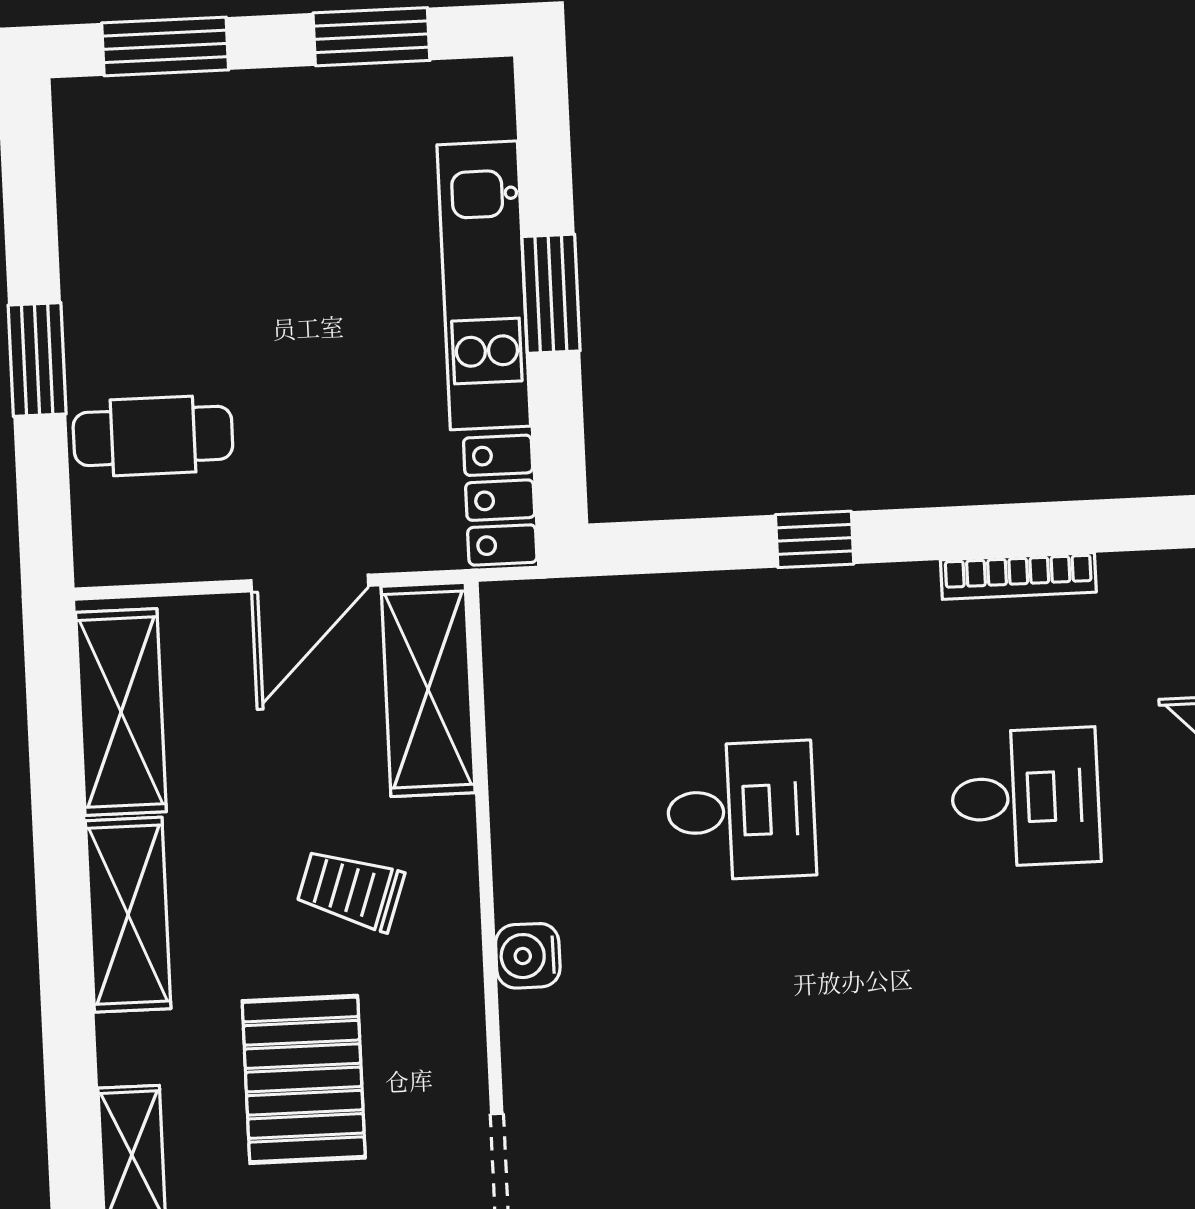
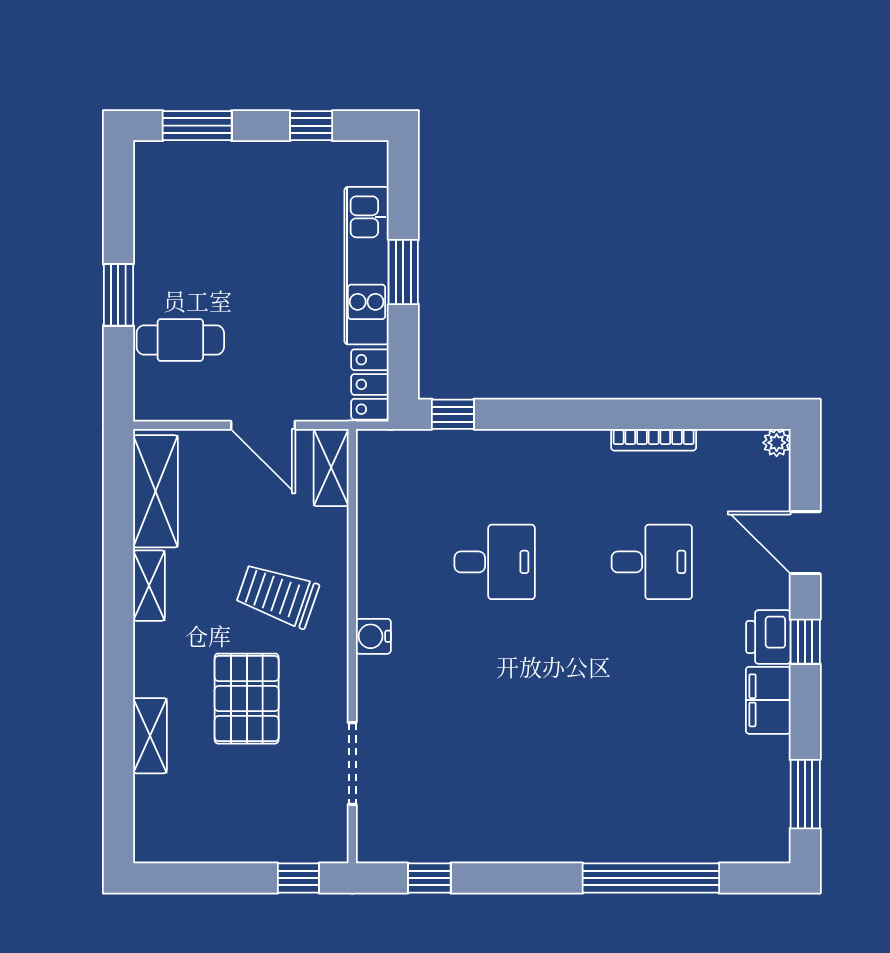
window: (371, 37) -> (311, 126), width x0.67
window: (815, 539) -> (453, 414), moved
door: (310, 583) -> (263, 425), hinge flipped
shelving: (428, 689) -> (331, 468), width x0.67, depth x0.75
trolley: (351, 890) -> (277, 595), width x1.36, depth x1.39
shelving: (128, 915) -> (149, 586), width x0.67, depth x0.75

